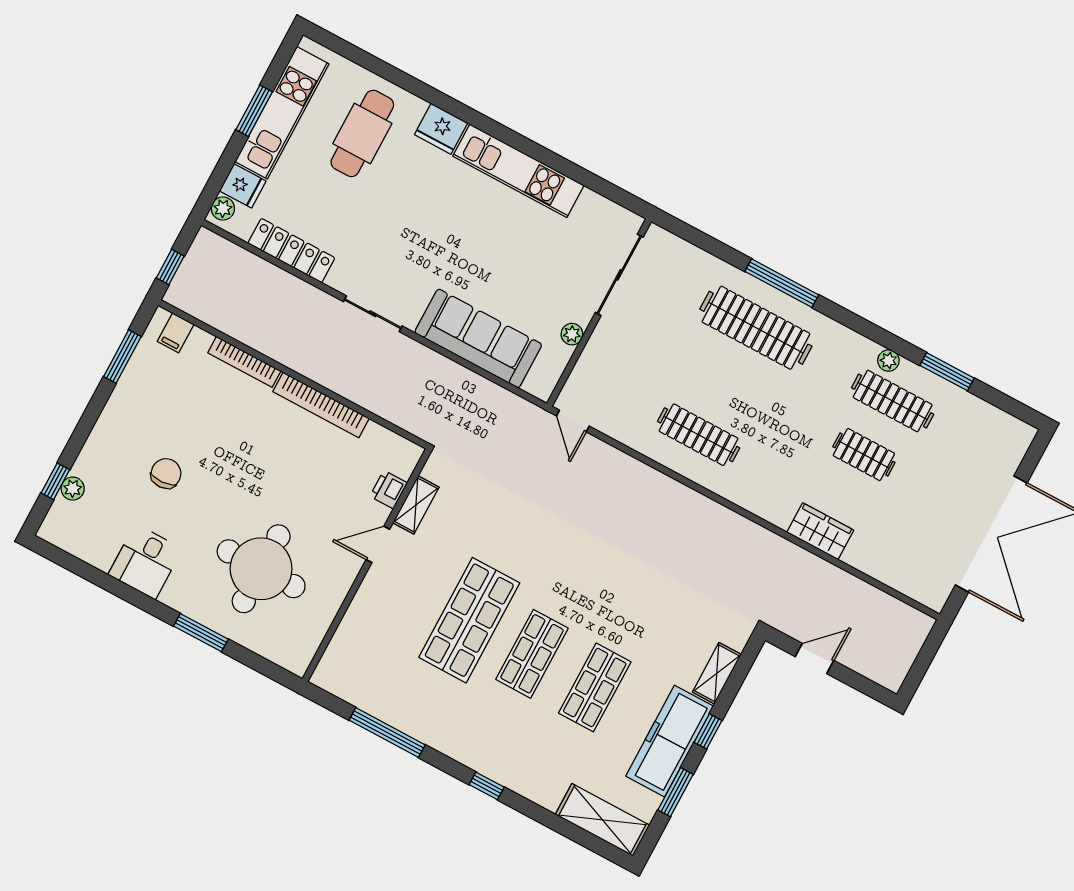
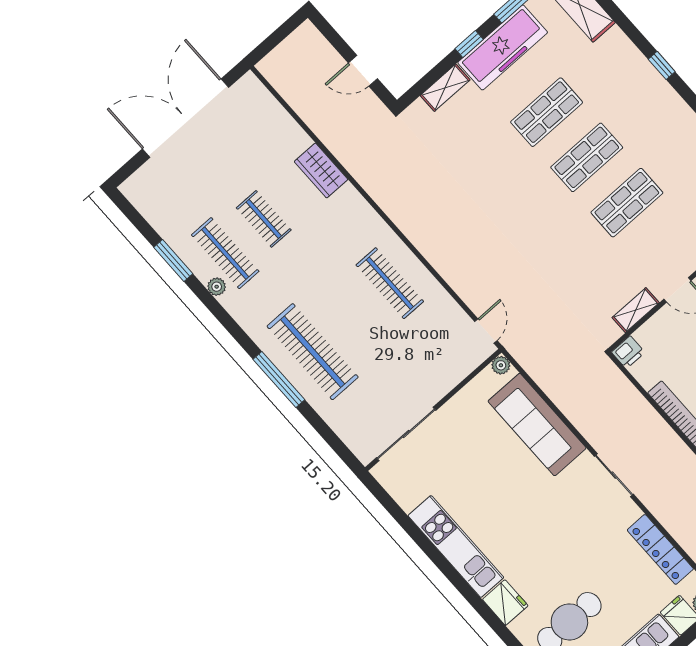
plant: (572, 334) -> (501, 365), moved
printer: (389, 490) -> (628, 352), moved
shop shelf: (469, 620) -> (627, 203), width x0.70, depth x0.74

